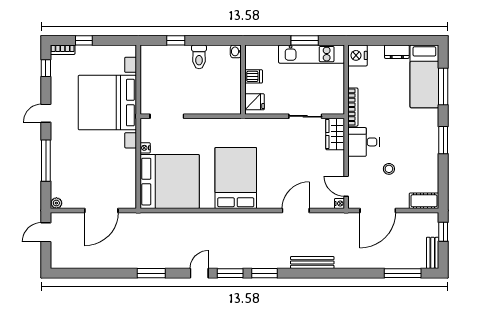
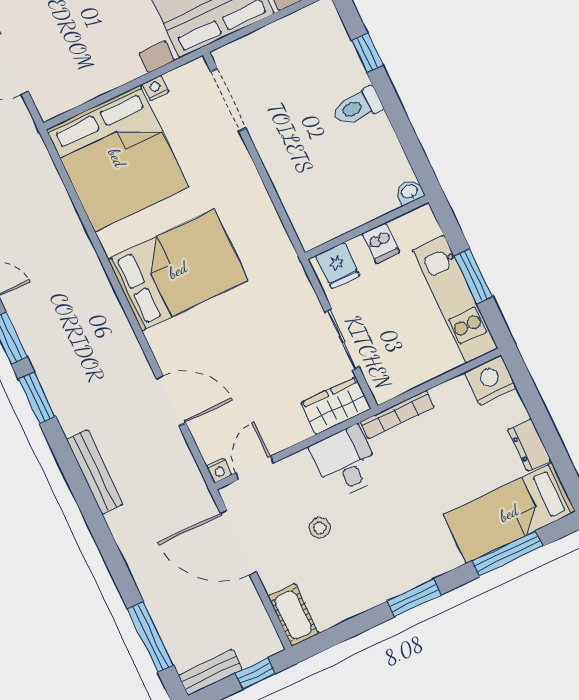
washbasin: (236, 51) -> (410, 192), moved
dishwasher: (254, 76) -> (381, 243), moved
wall: (243, 80) -> (367, 227), moved
fridge: (254, 102) -> (338, 266), moved

